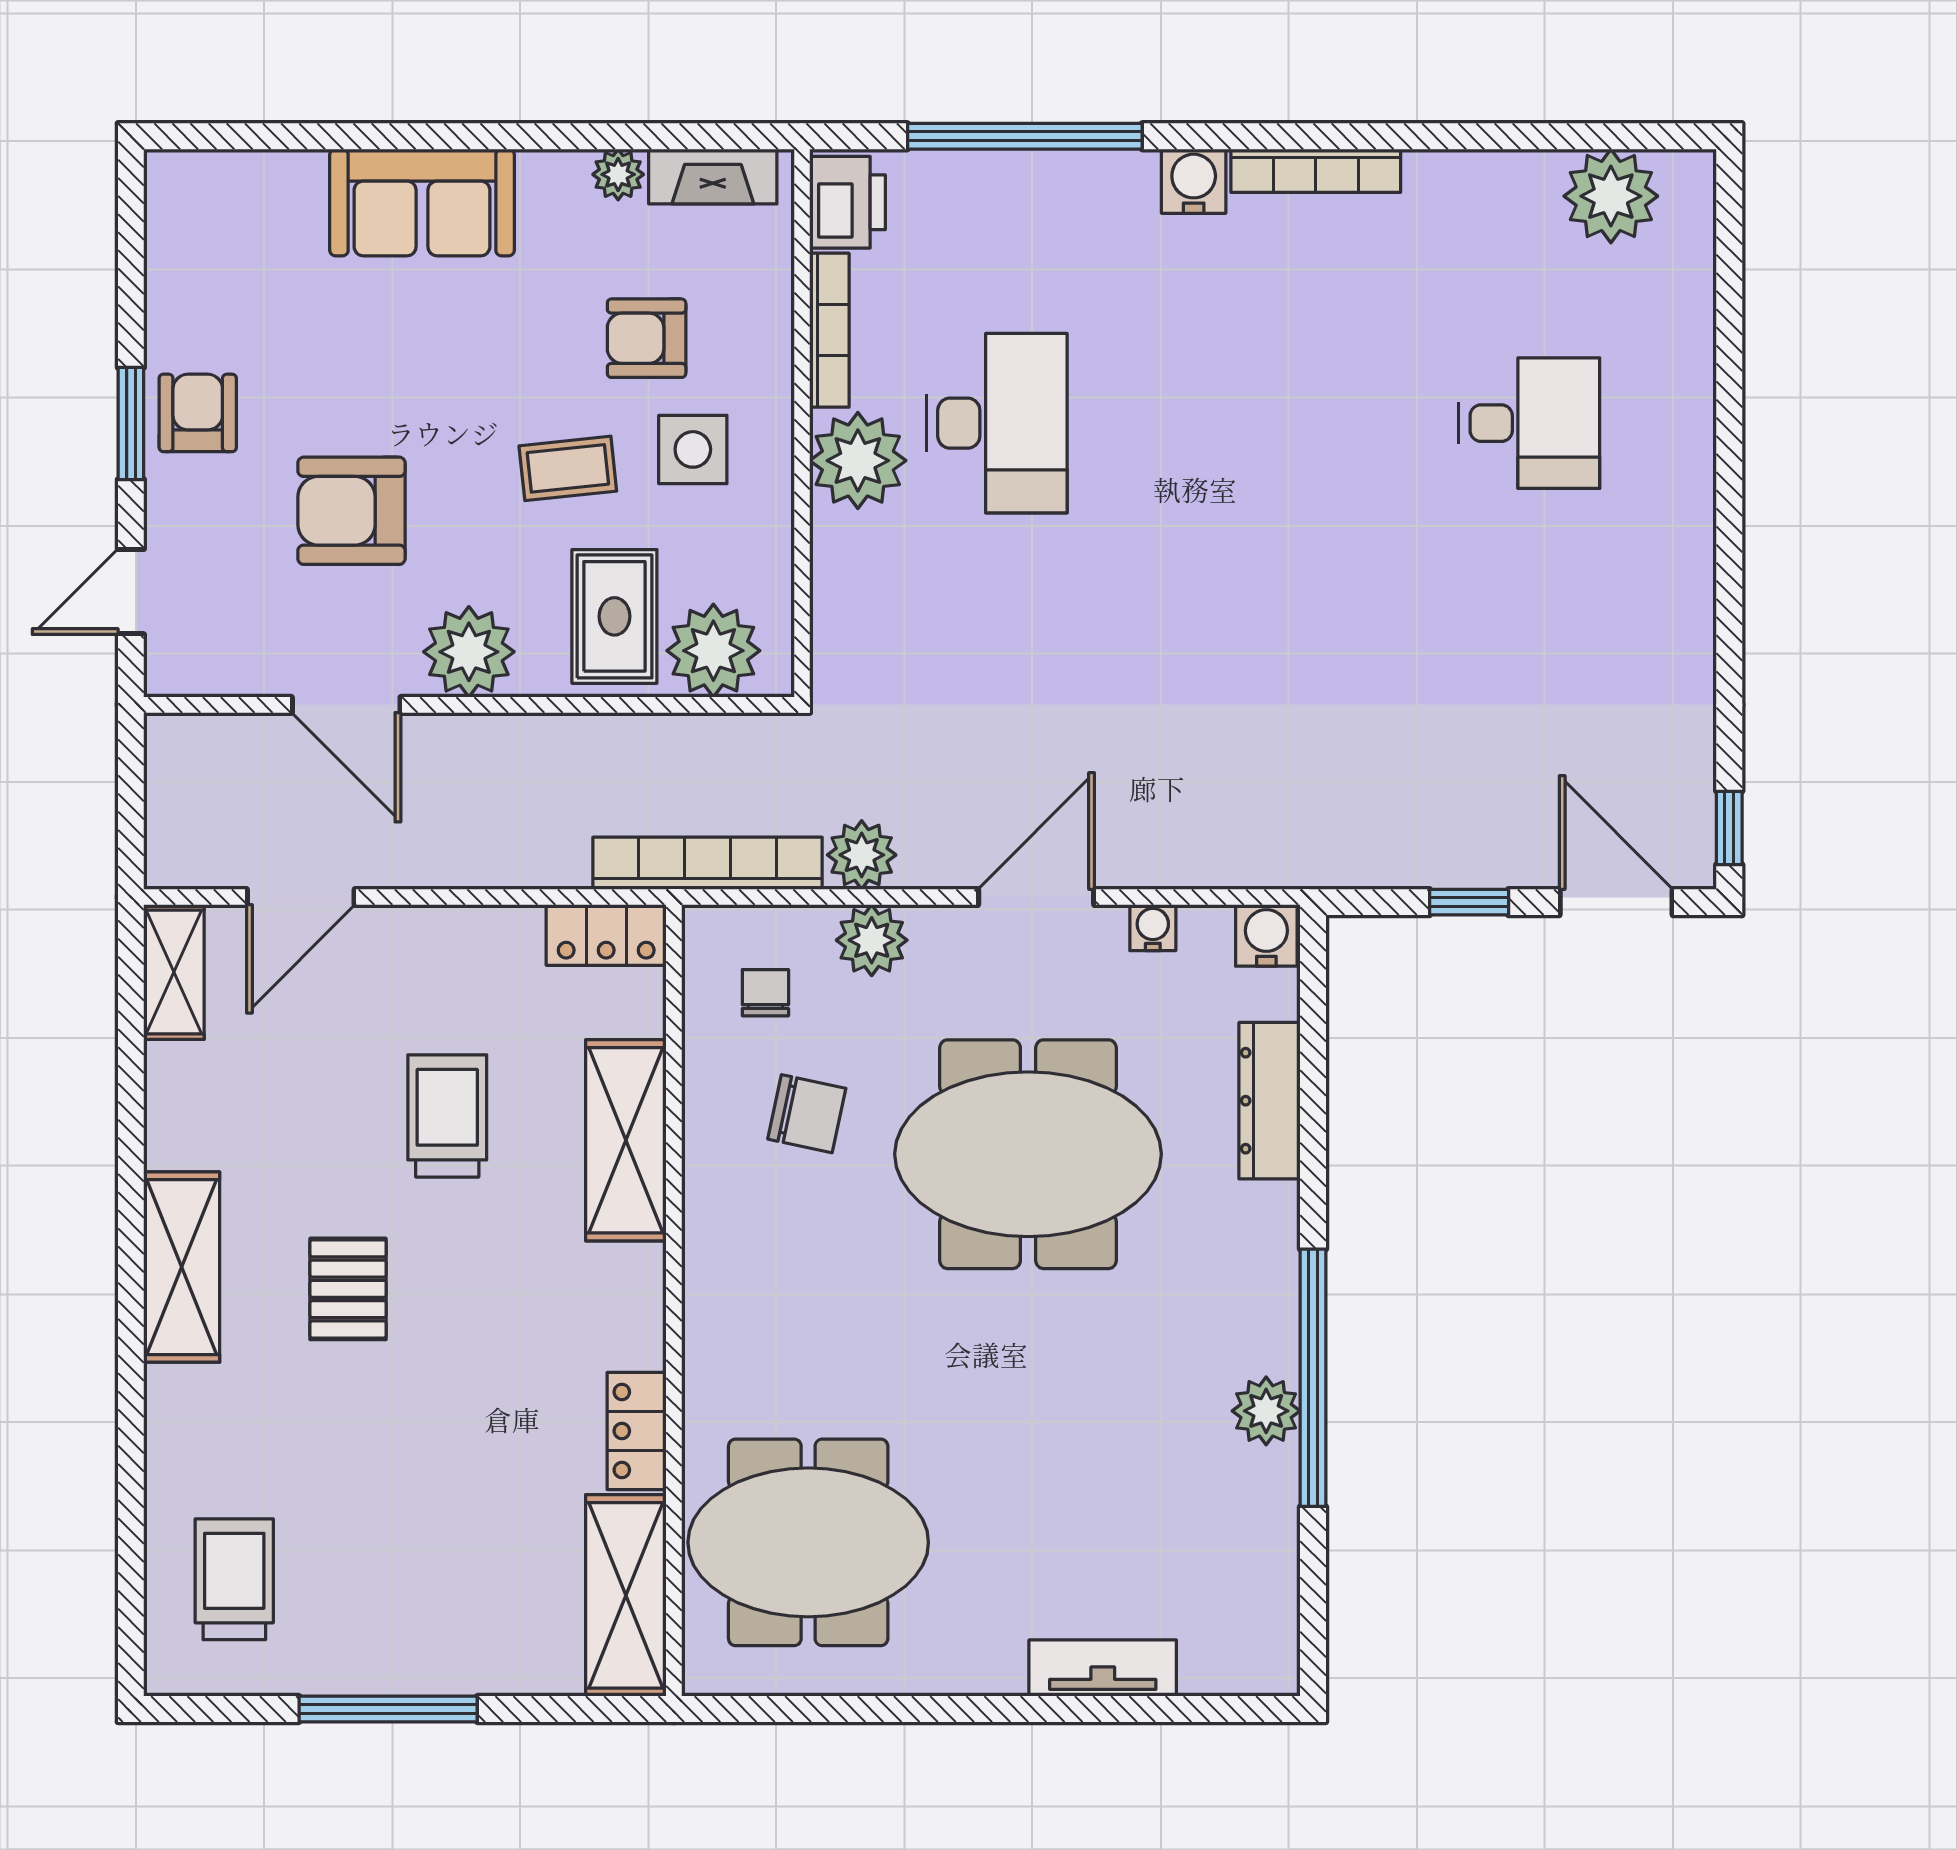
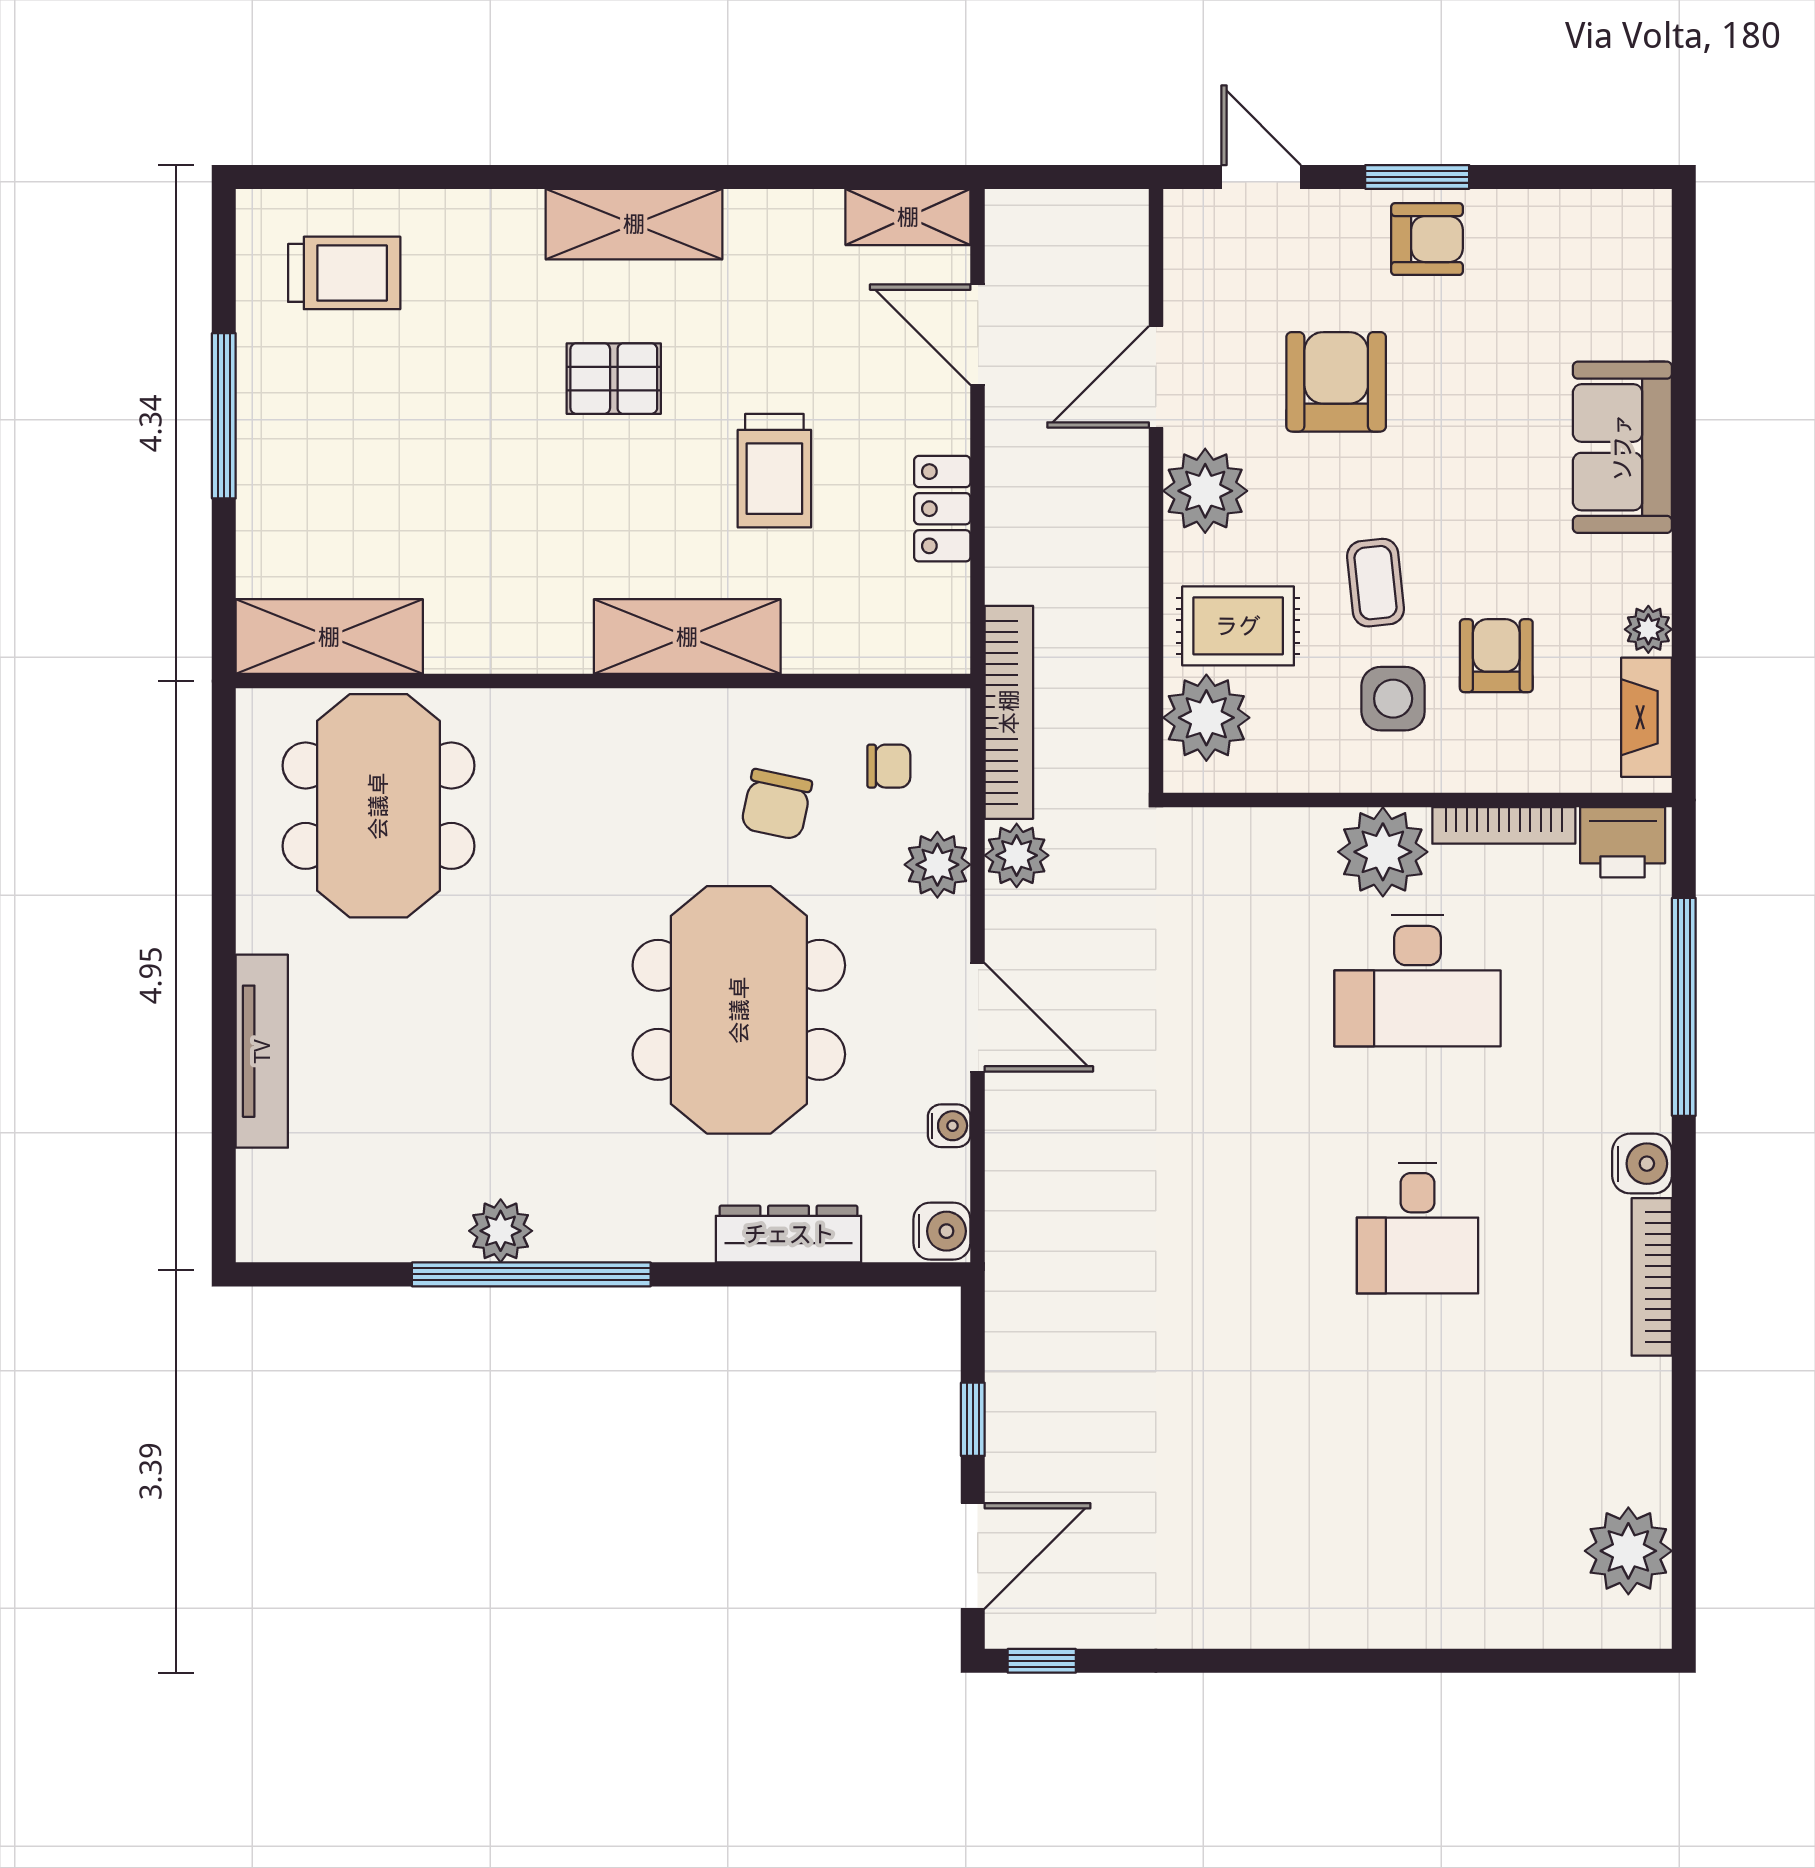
desk: (1529, 423) -> (1418, 1228), moved
locker: (606, 935) -> (942, 509), moved
trolley: (447, 1116) -> (774, 471), turned 90
shelving: (626, 1140) -> (687, 637), moved
locker: (637, 1431) -> (482, 646), removed
tv unit: (1103, 1668) -> (262, 1051), width x1.41

